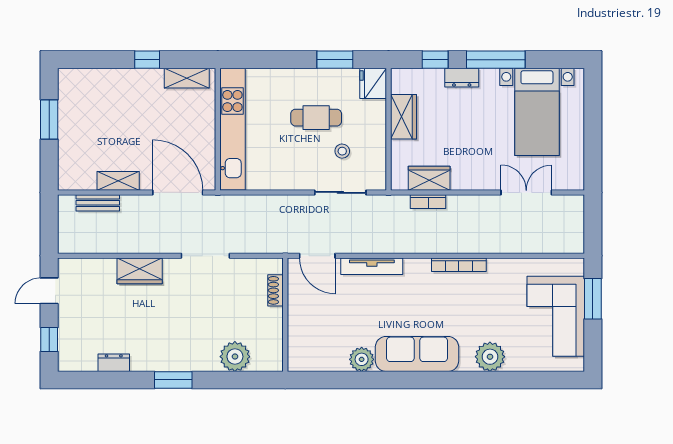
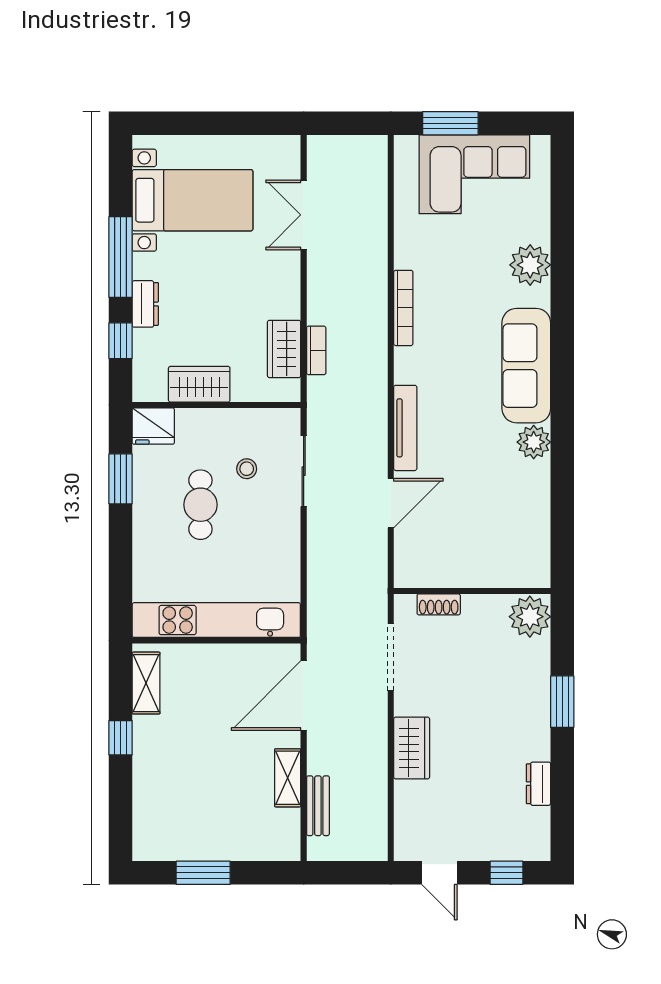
shoe rack: (275, 290) -> (439, 604), moved
wall: (285, 315) -> (472, 591), moved

